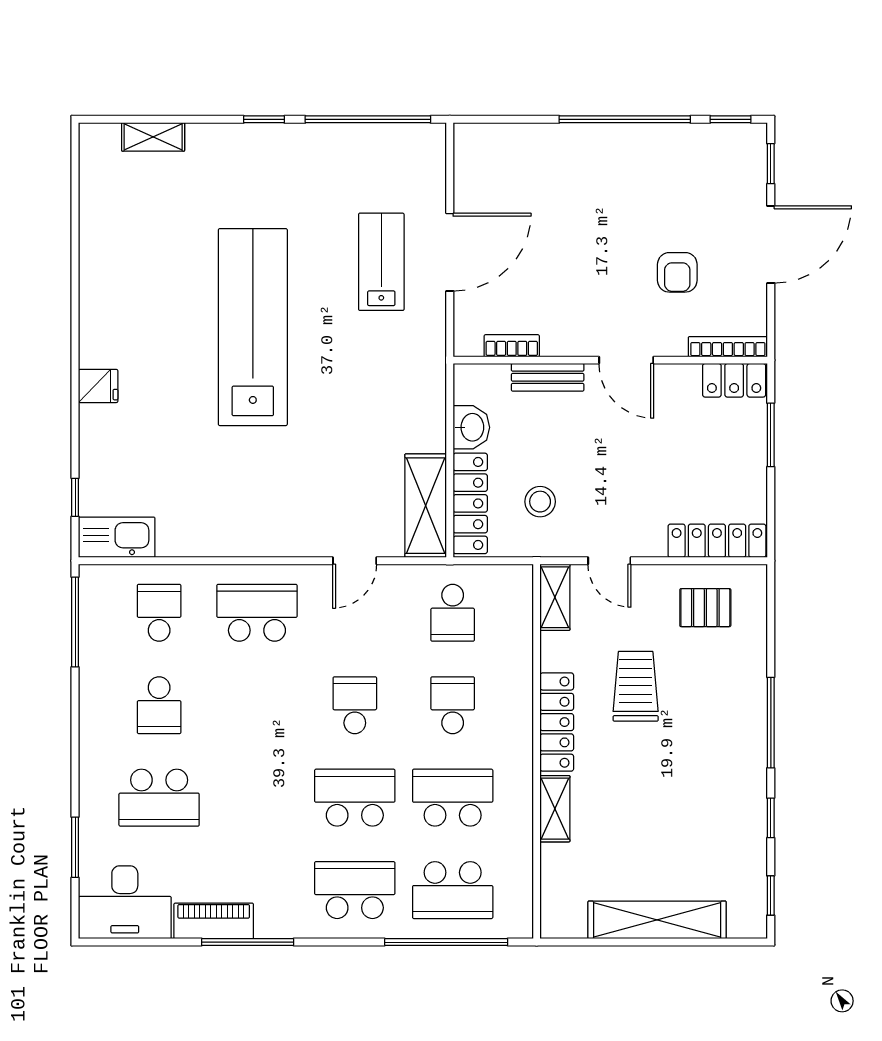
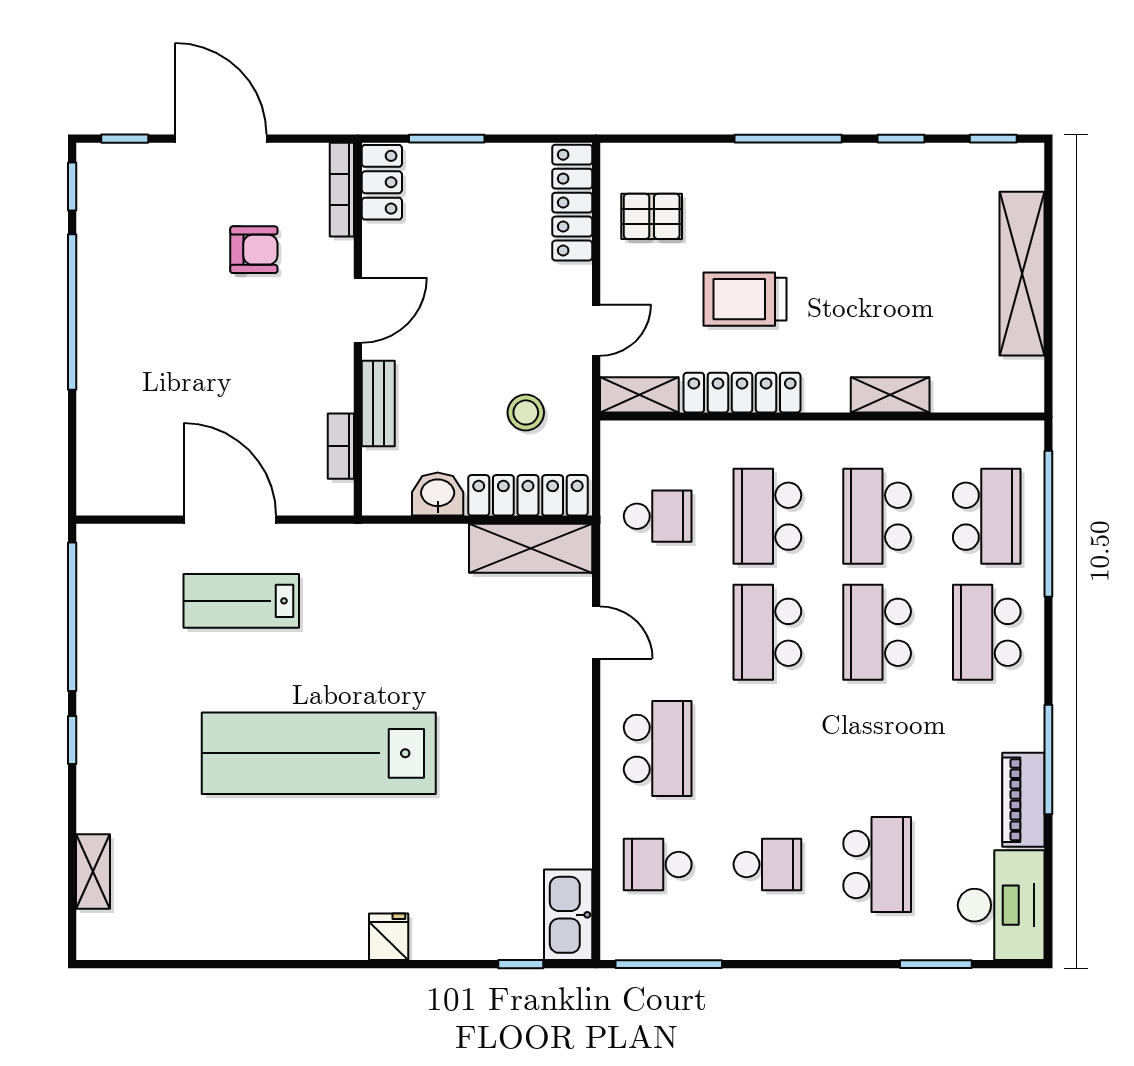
pallet: (705, 608) -> (652, 216), turned 90
school desk: (257, 613) -> (658, 748), turned 180
school desk: (355, 705) -> (767, 632), width x1.85
school desk: (453, 705) -> (767, 516), width x1.85
locker: (557, 722) -> (742, 393), moved

